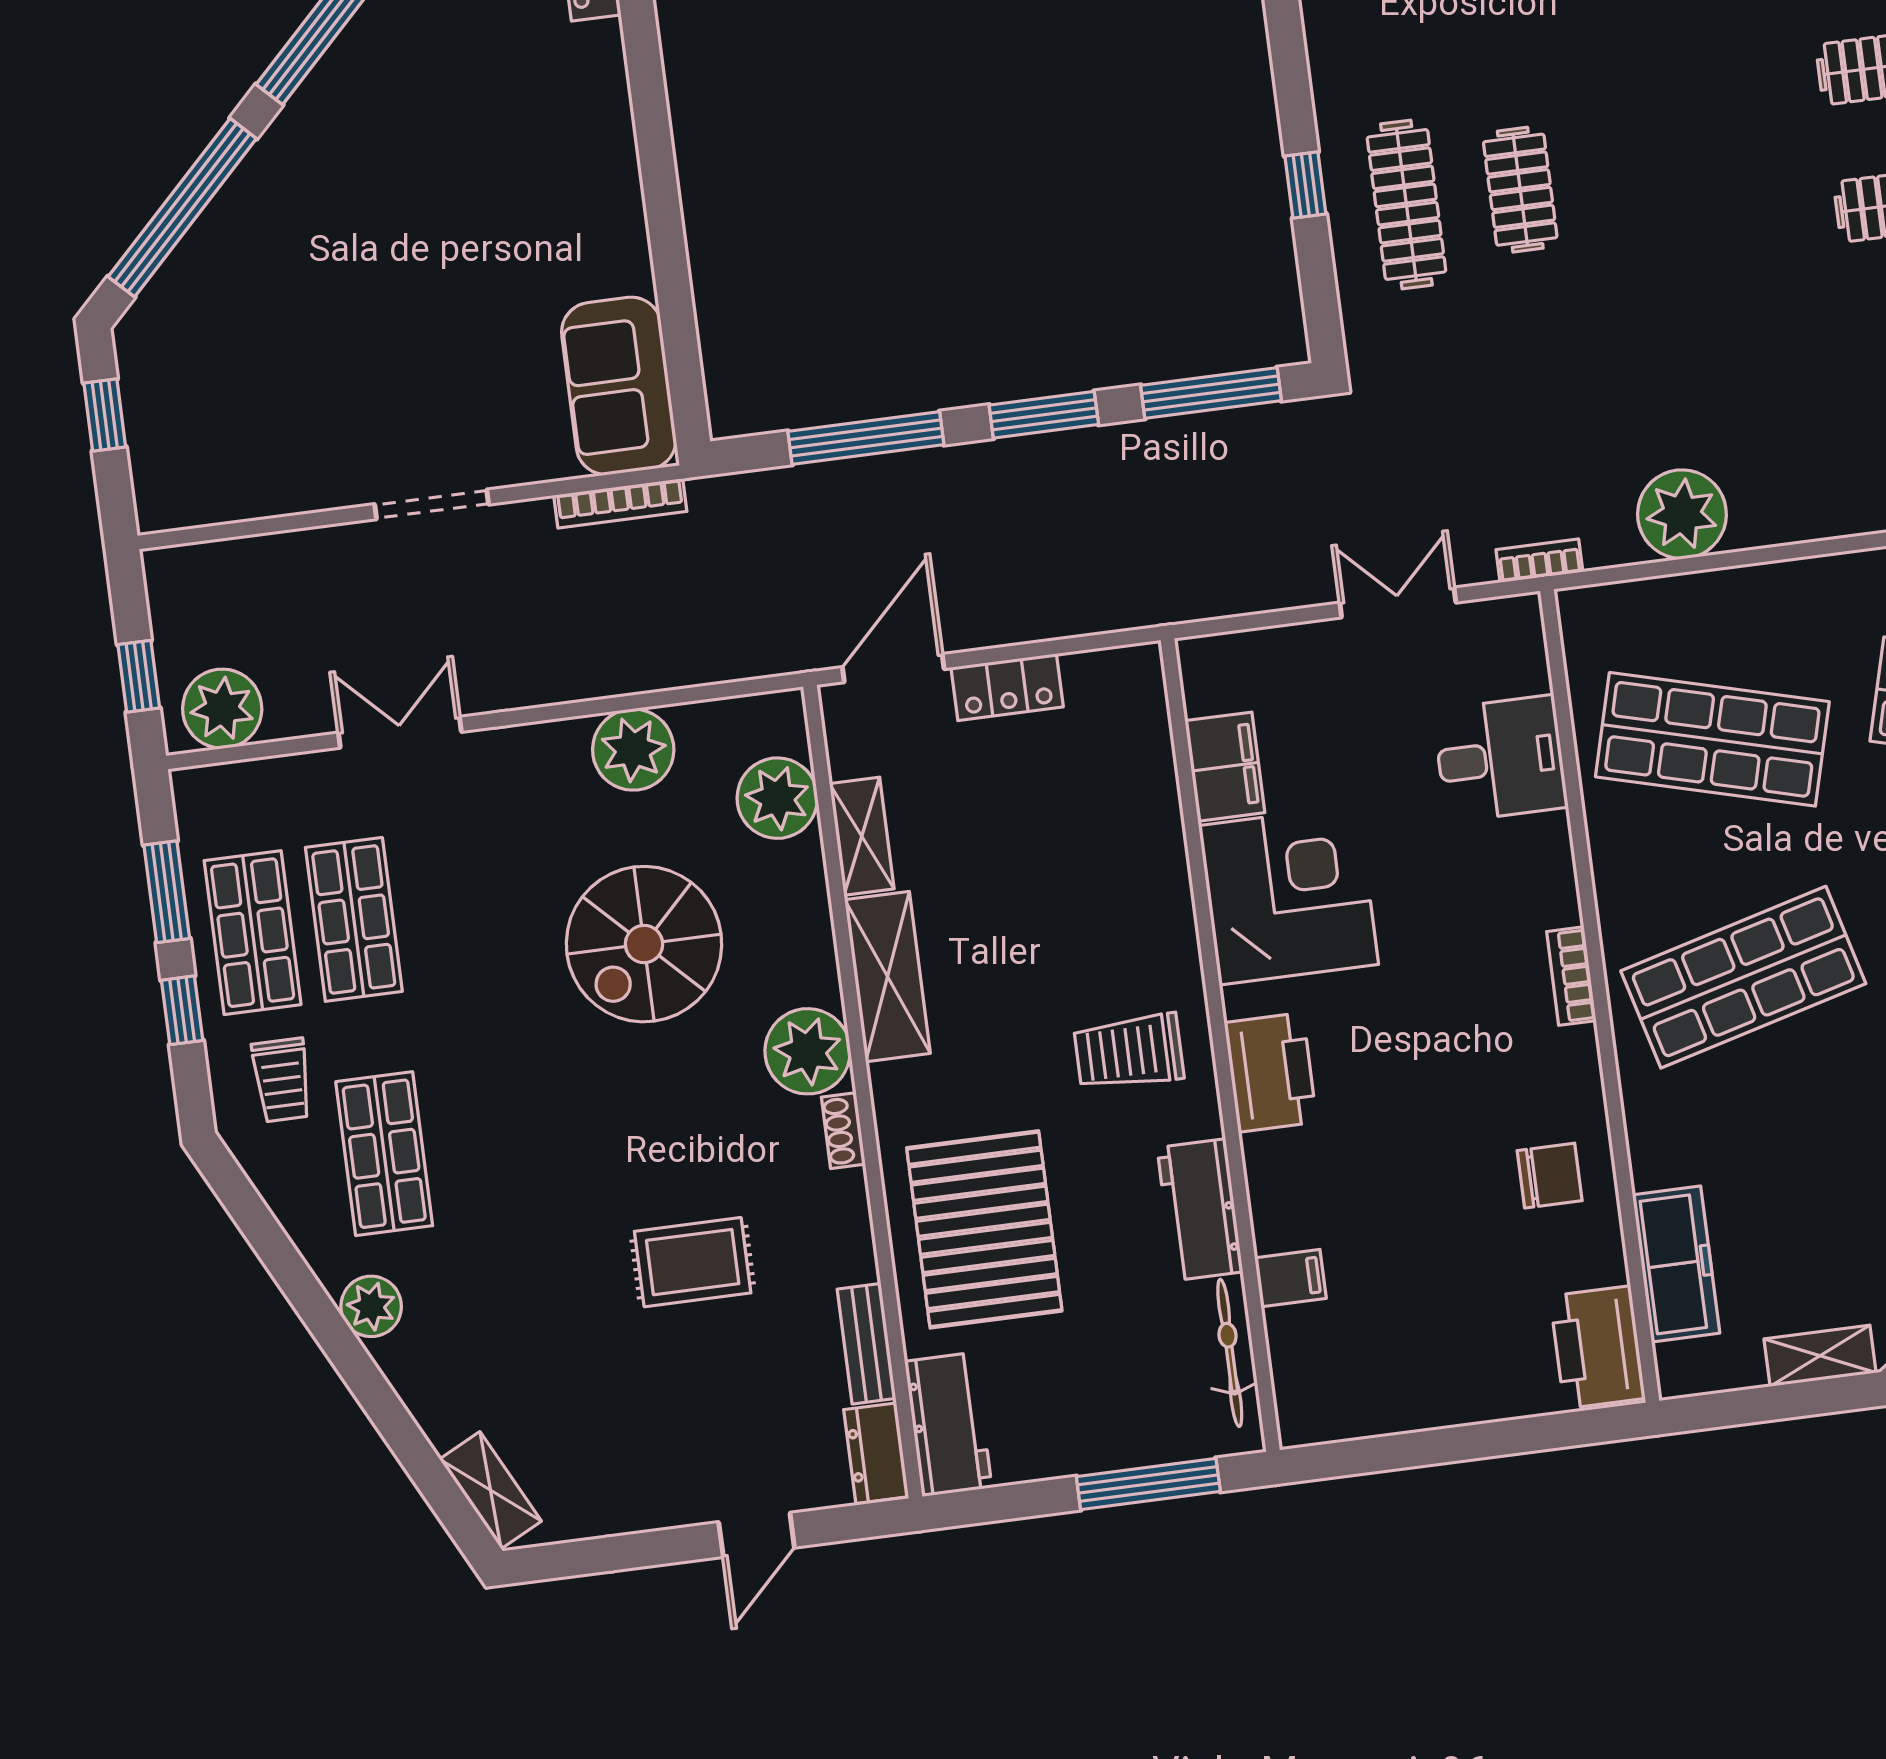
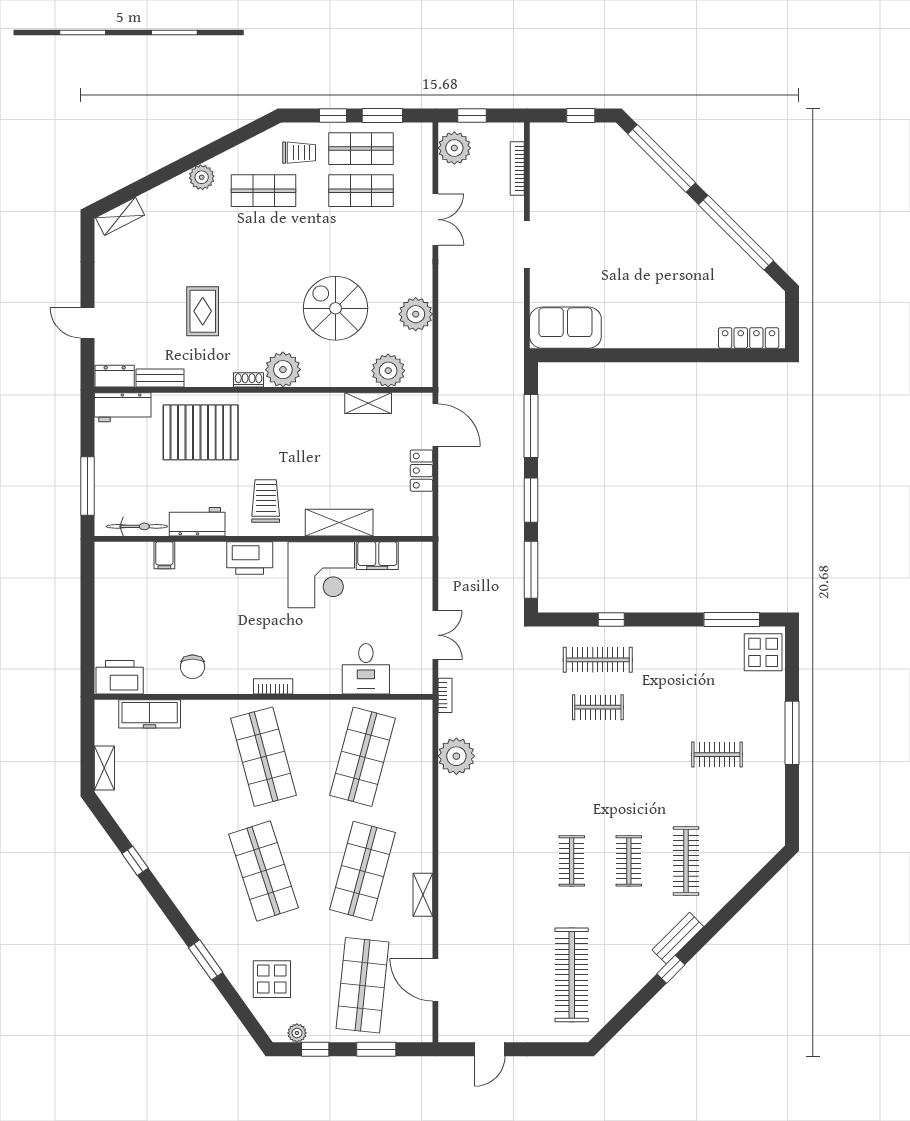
bookcase: (620, 503) -> (517, 169), moved
shelving: (887, 977) -> (339, 523), moved
trolley: (282, 1080) -> (299, 153), turned 180

